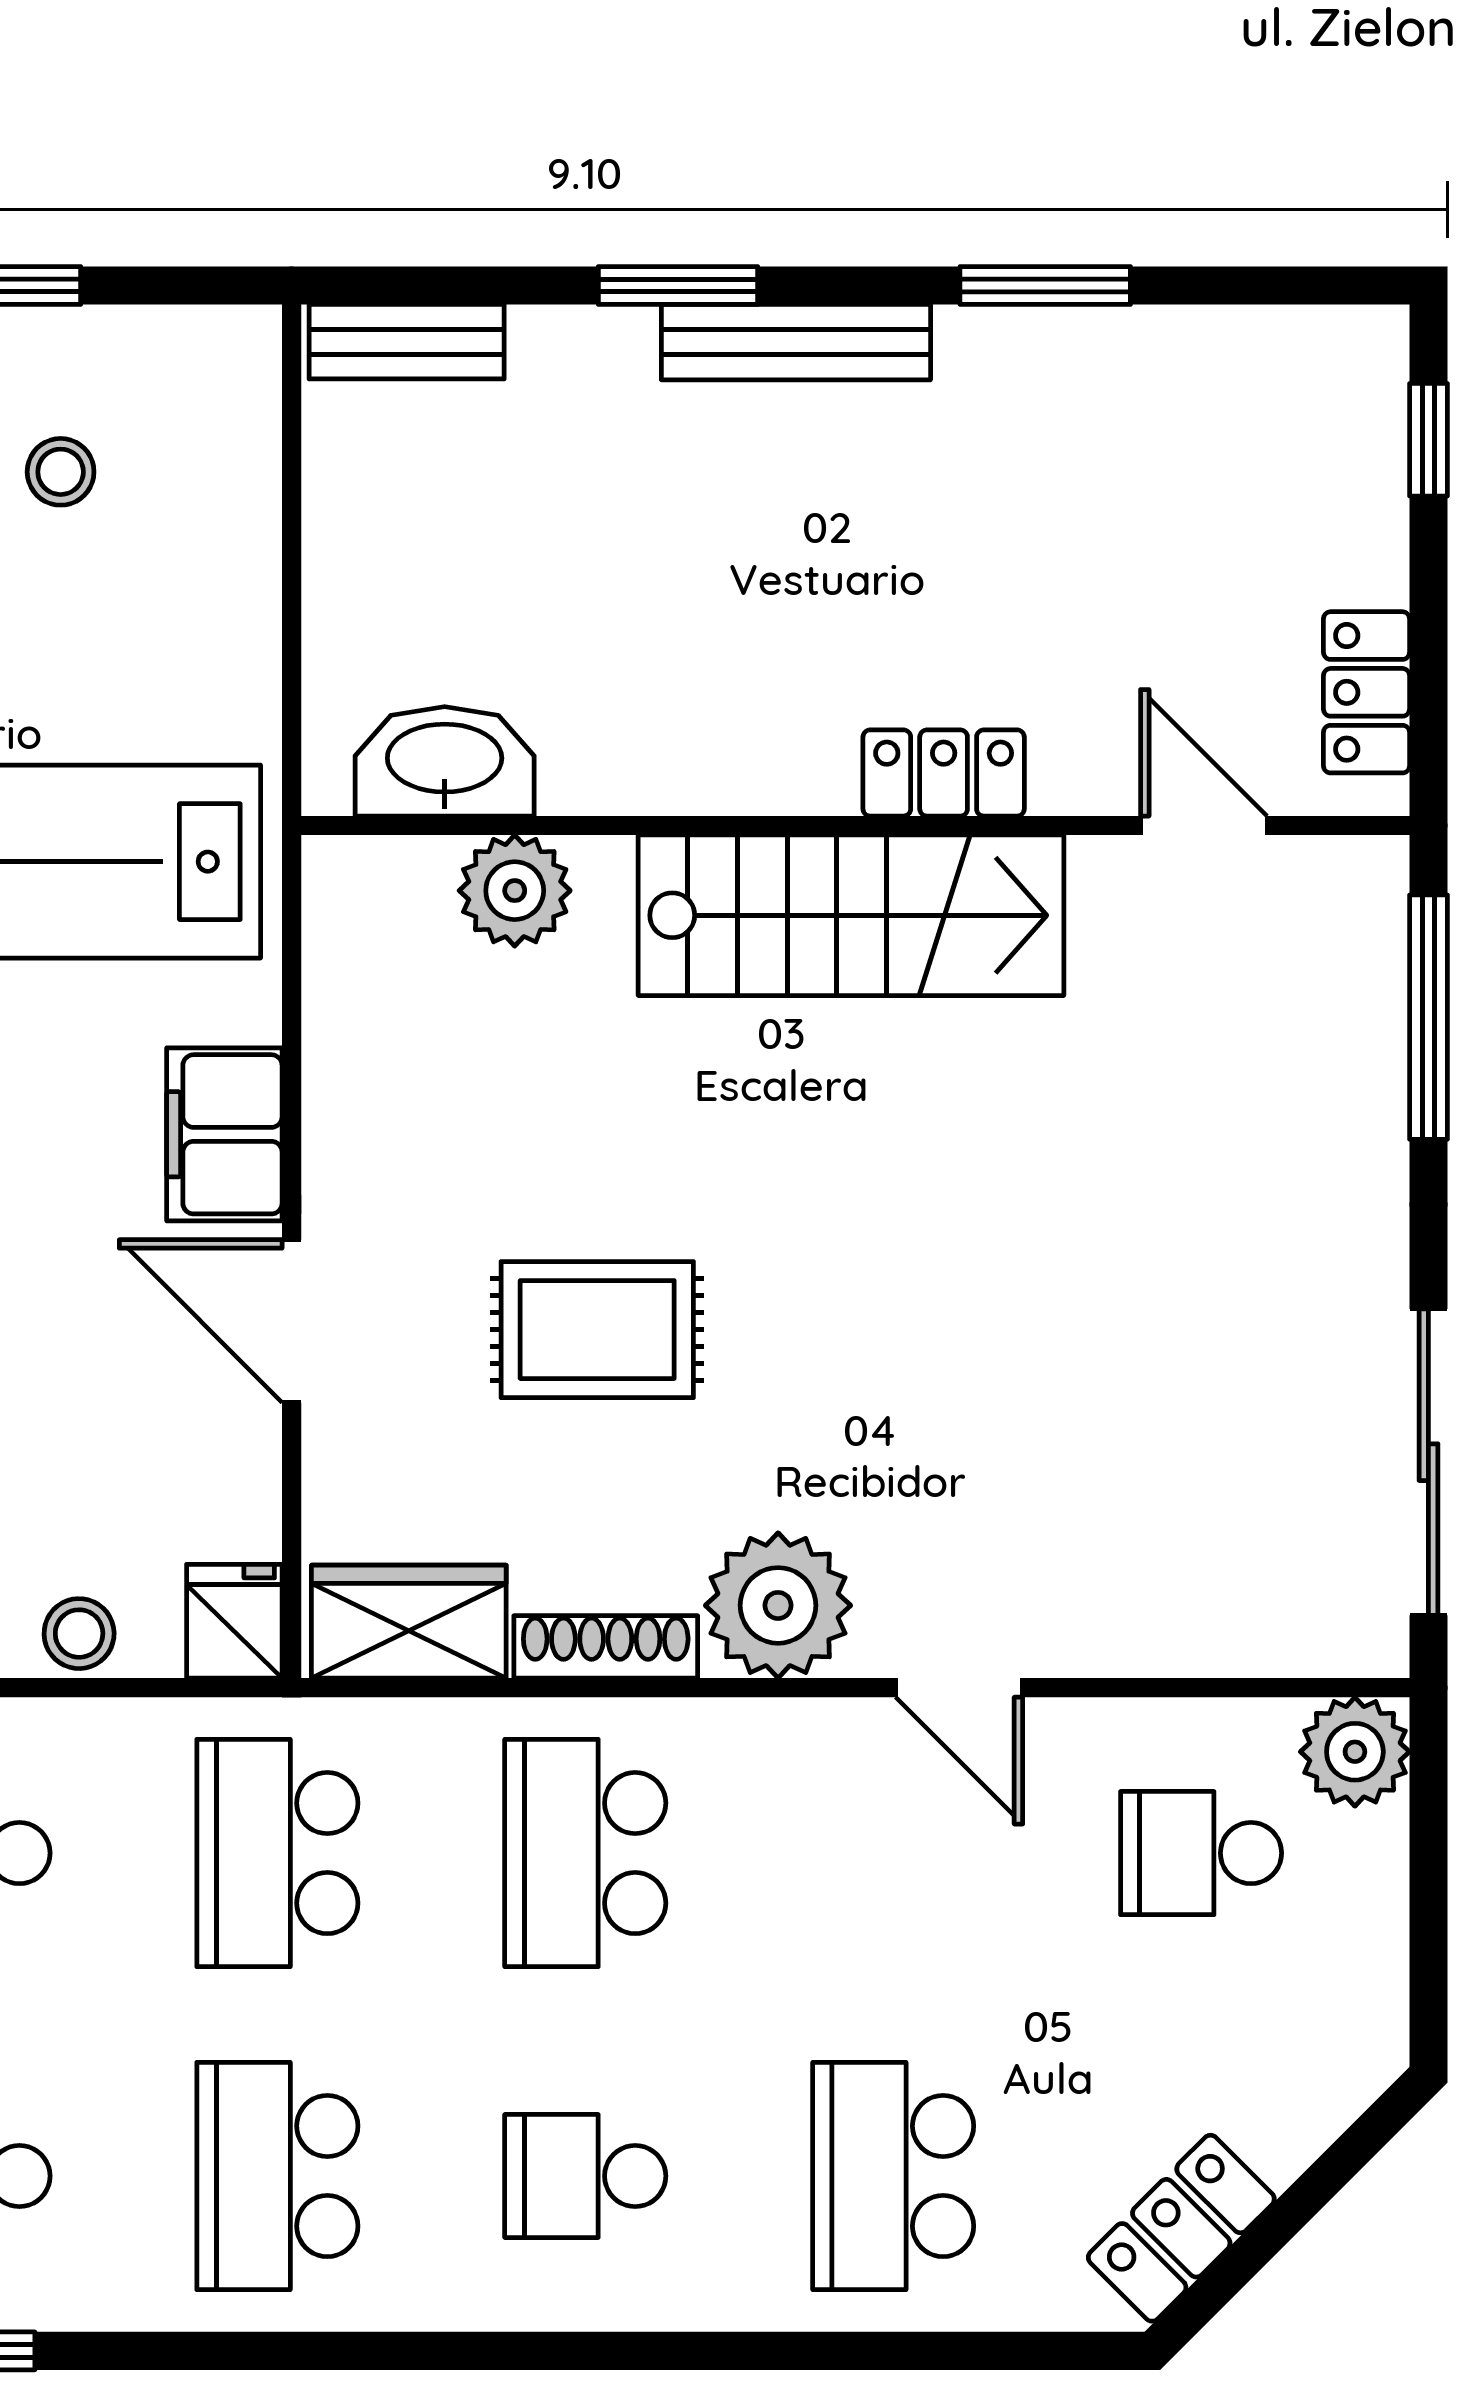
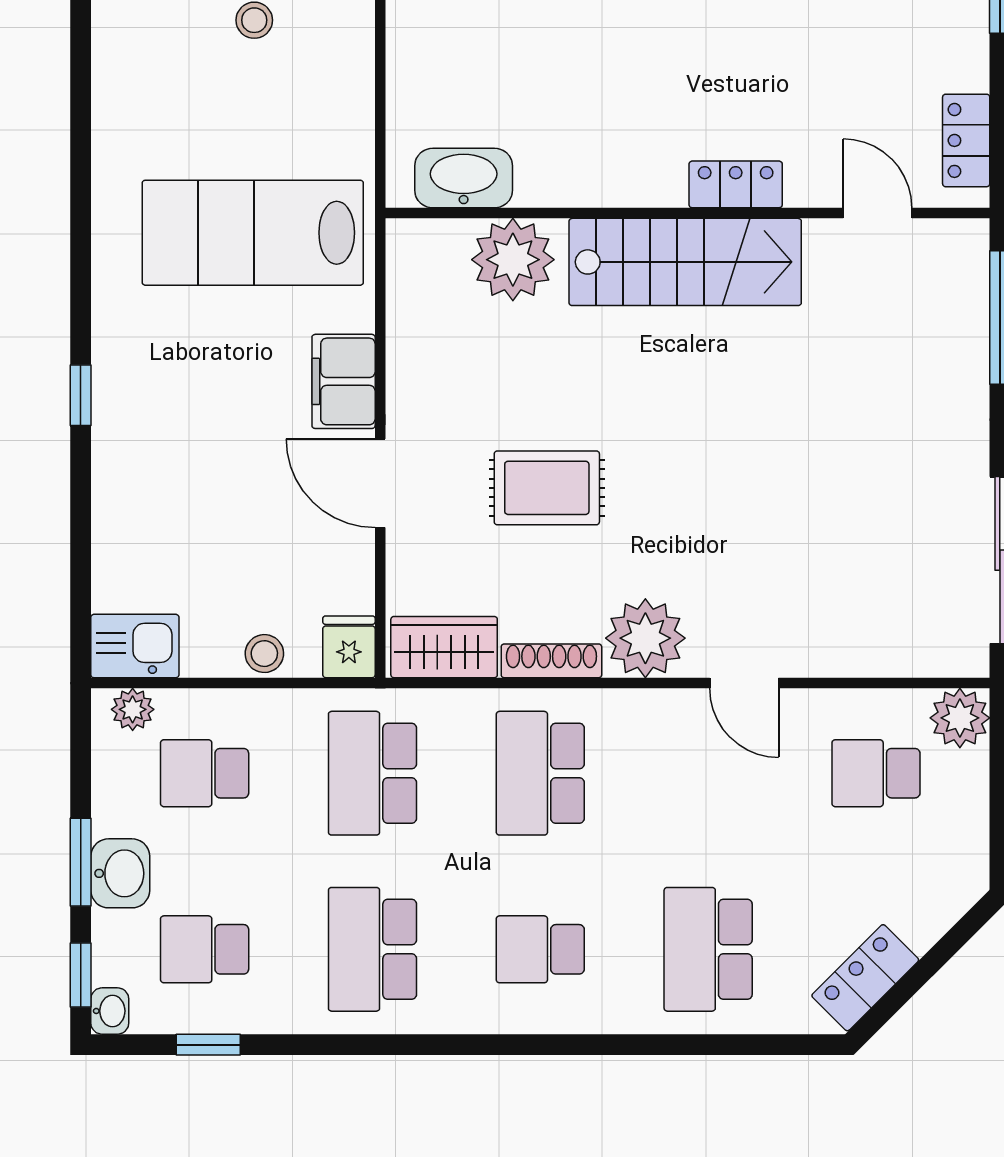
plant: (515, 891) -> (513, 260), width x1.36, depth x1.36

